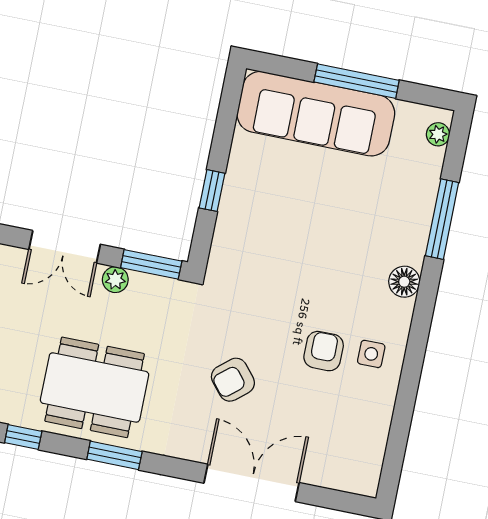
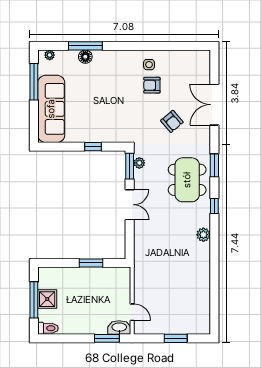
window: (357, 81) -> (34, 82), moved
plant: (115, 280) -> (139, 163), moved
floor lamp: (404, 282) -> (85, 57), moved

